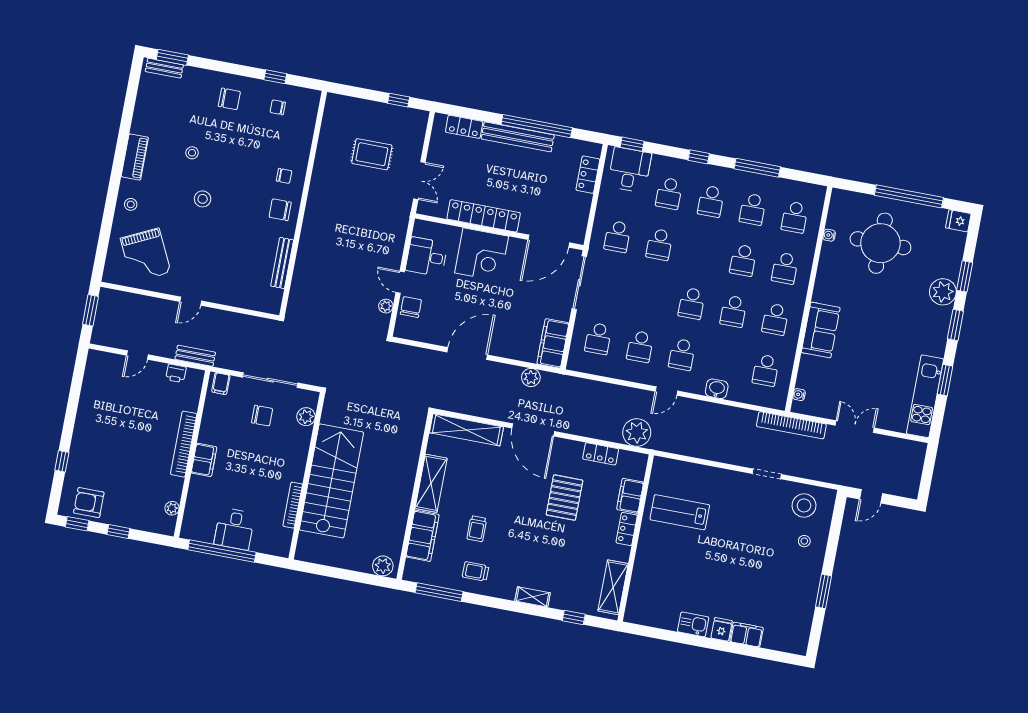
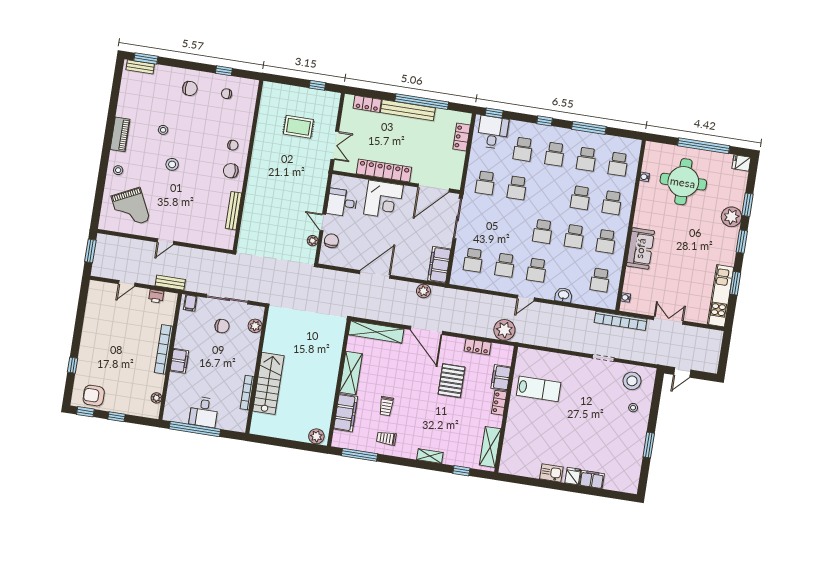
stairs: (331, 481) -> (268, 383), width x0.73, depth x0.66
lab bench: (680, 512) -> (539, 389), turned 180

